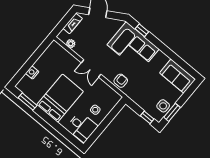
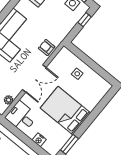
double door: (91, 68) -> (34, 79), width x1.37
desk: (82, 127) -> (21, 117), moved, turned -90

